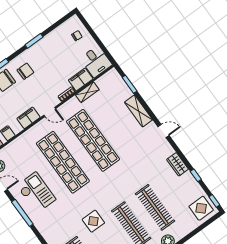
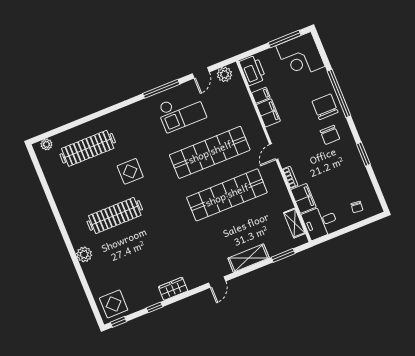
shelving: (87, 92) -> (294, 223), moved
filing cabinet: (28, 118) -> (268, 113), moved
clothes rail: (155, 207) -> (128, 249), removed

